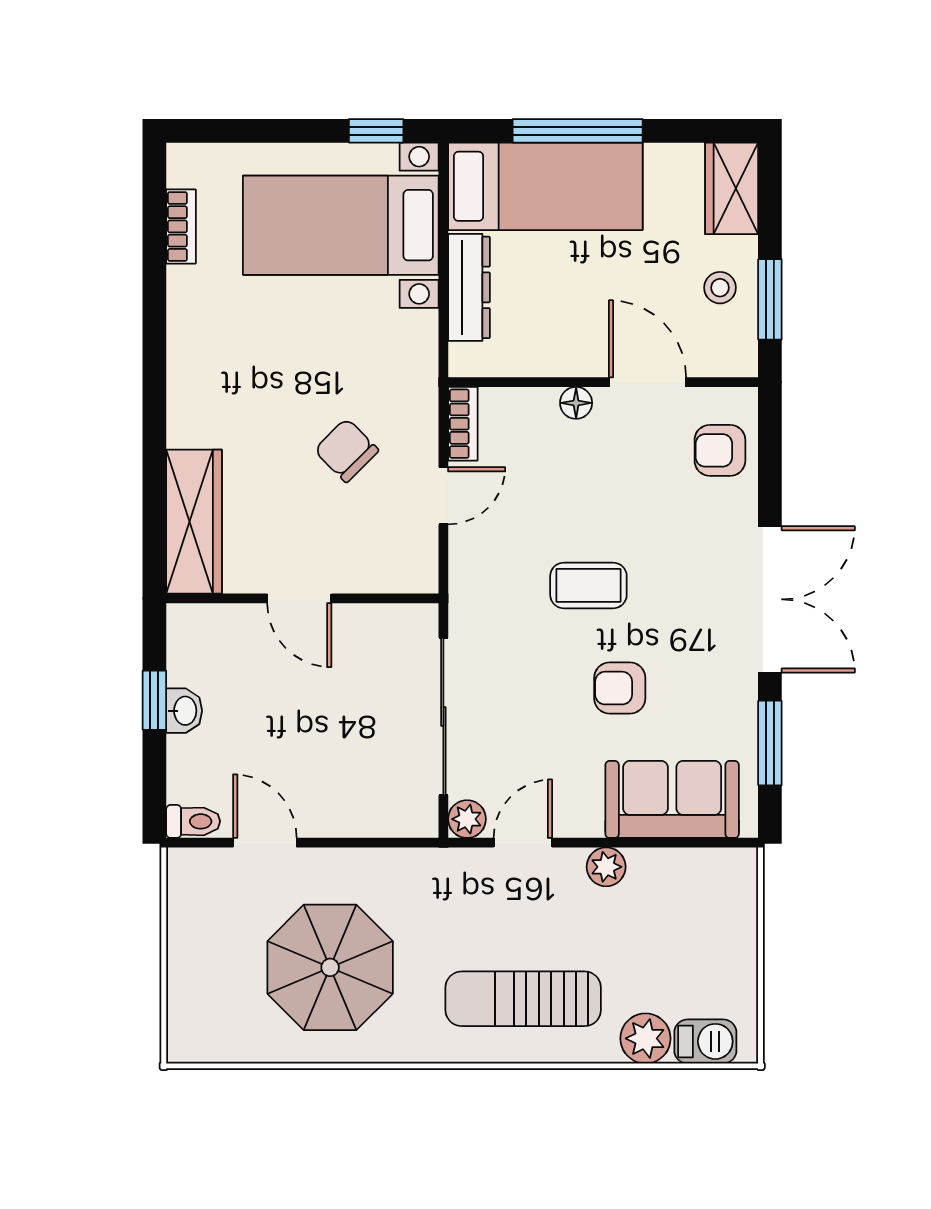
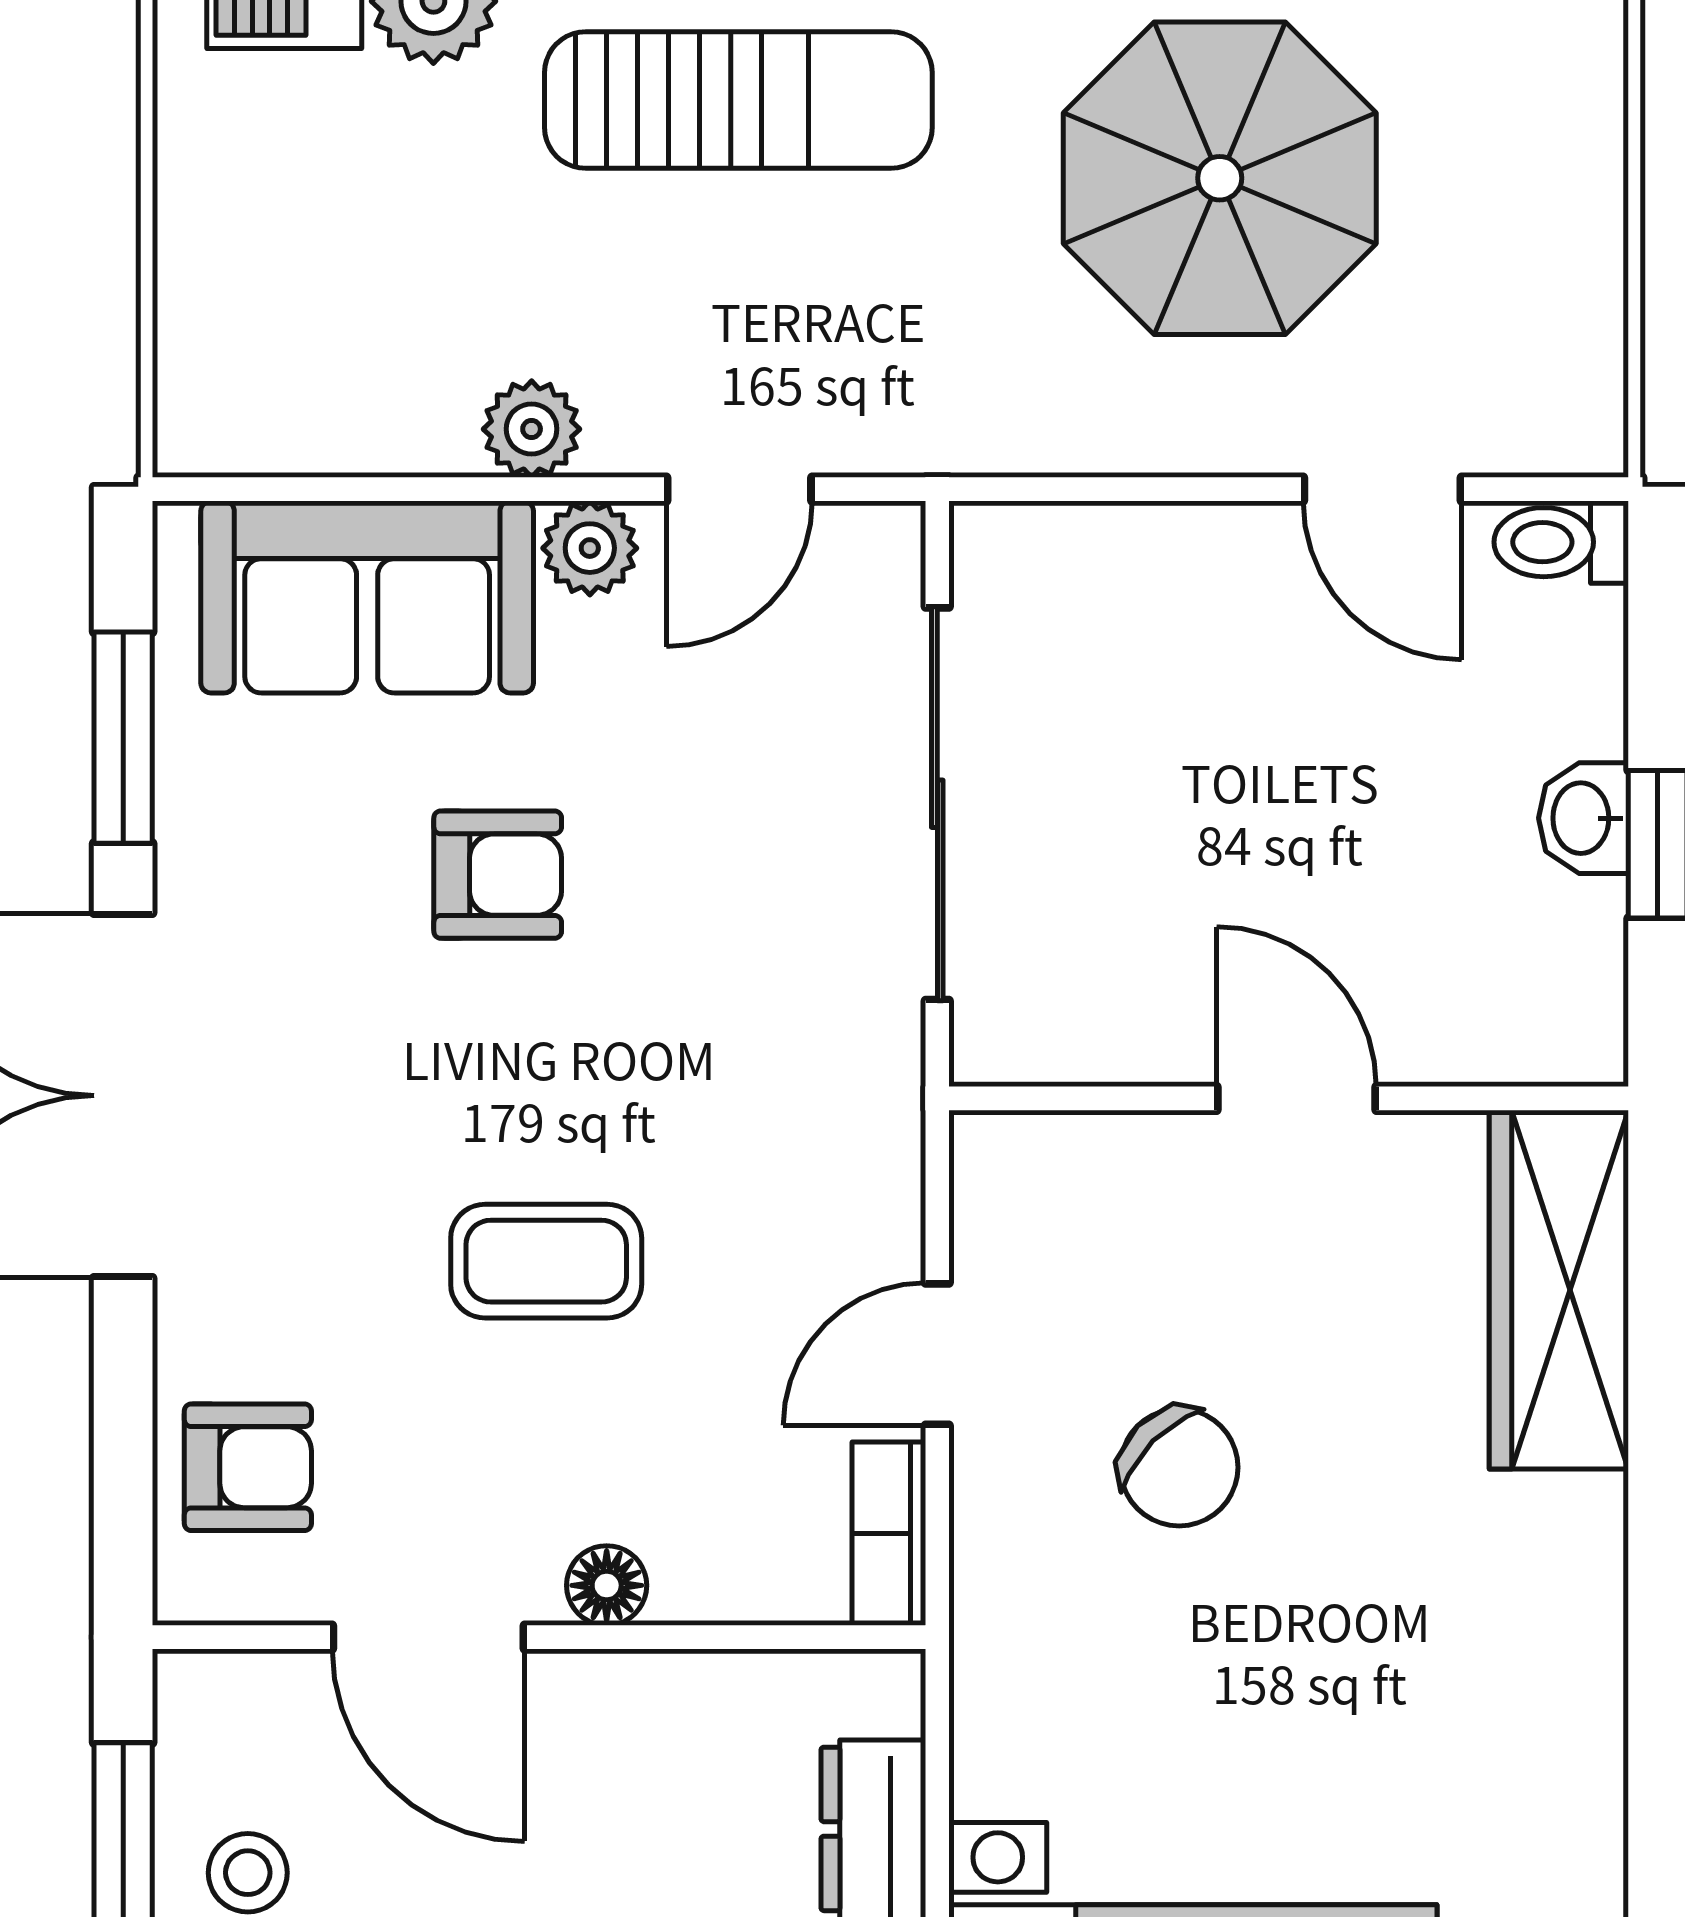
coffee table: (588, 585) -> (546, 1261), moved
plant: (467, 819) -> (590, 548), moved

